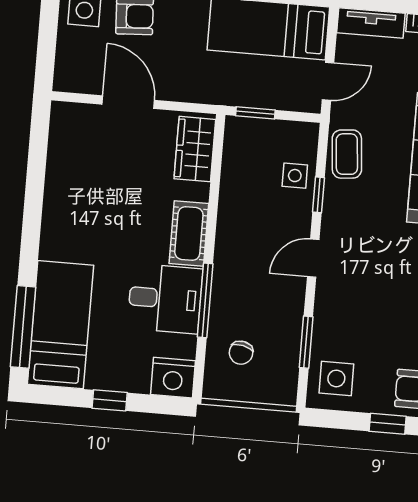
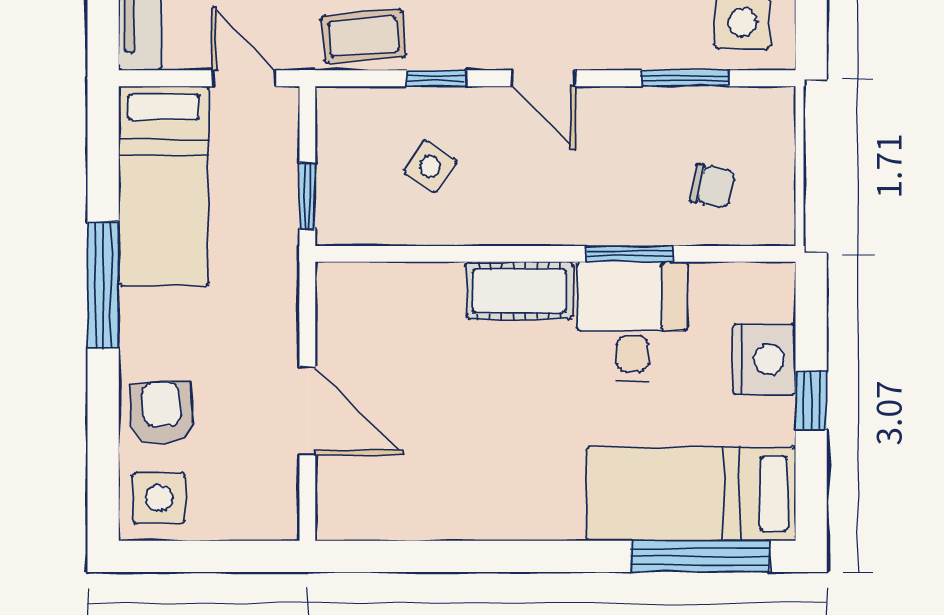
door: (128, 102) -> (307, 411), swing flipped
wardrobe: (195, 149) -> (377, 293), removed
side table: (295, 176) -> (430, 167), moved, turned 33
window: (205, 300) -> (630, 254), width x0.69
nightstand: (173, 378) -> (764, 360), moved

